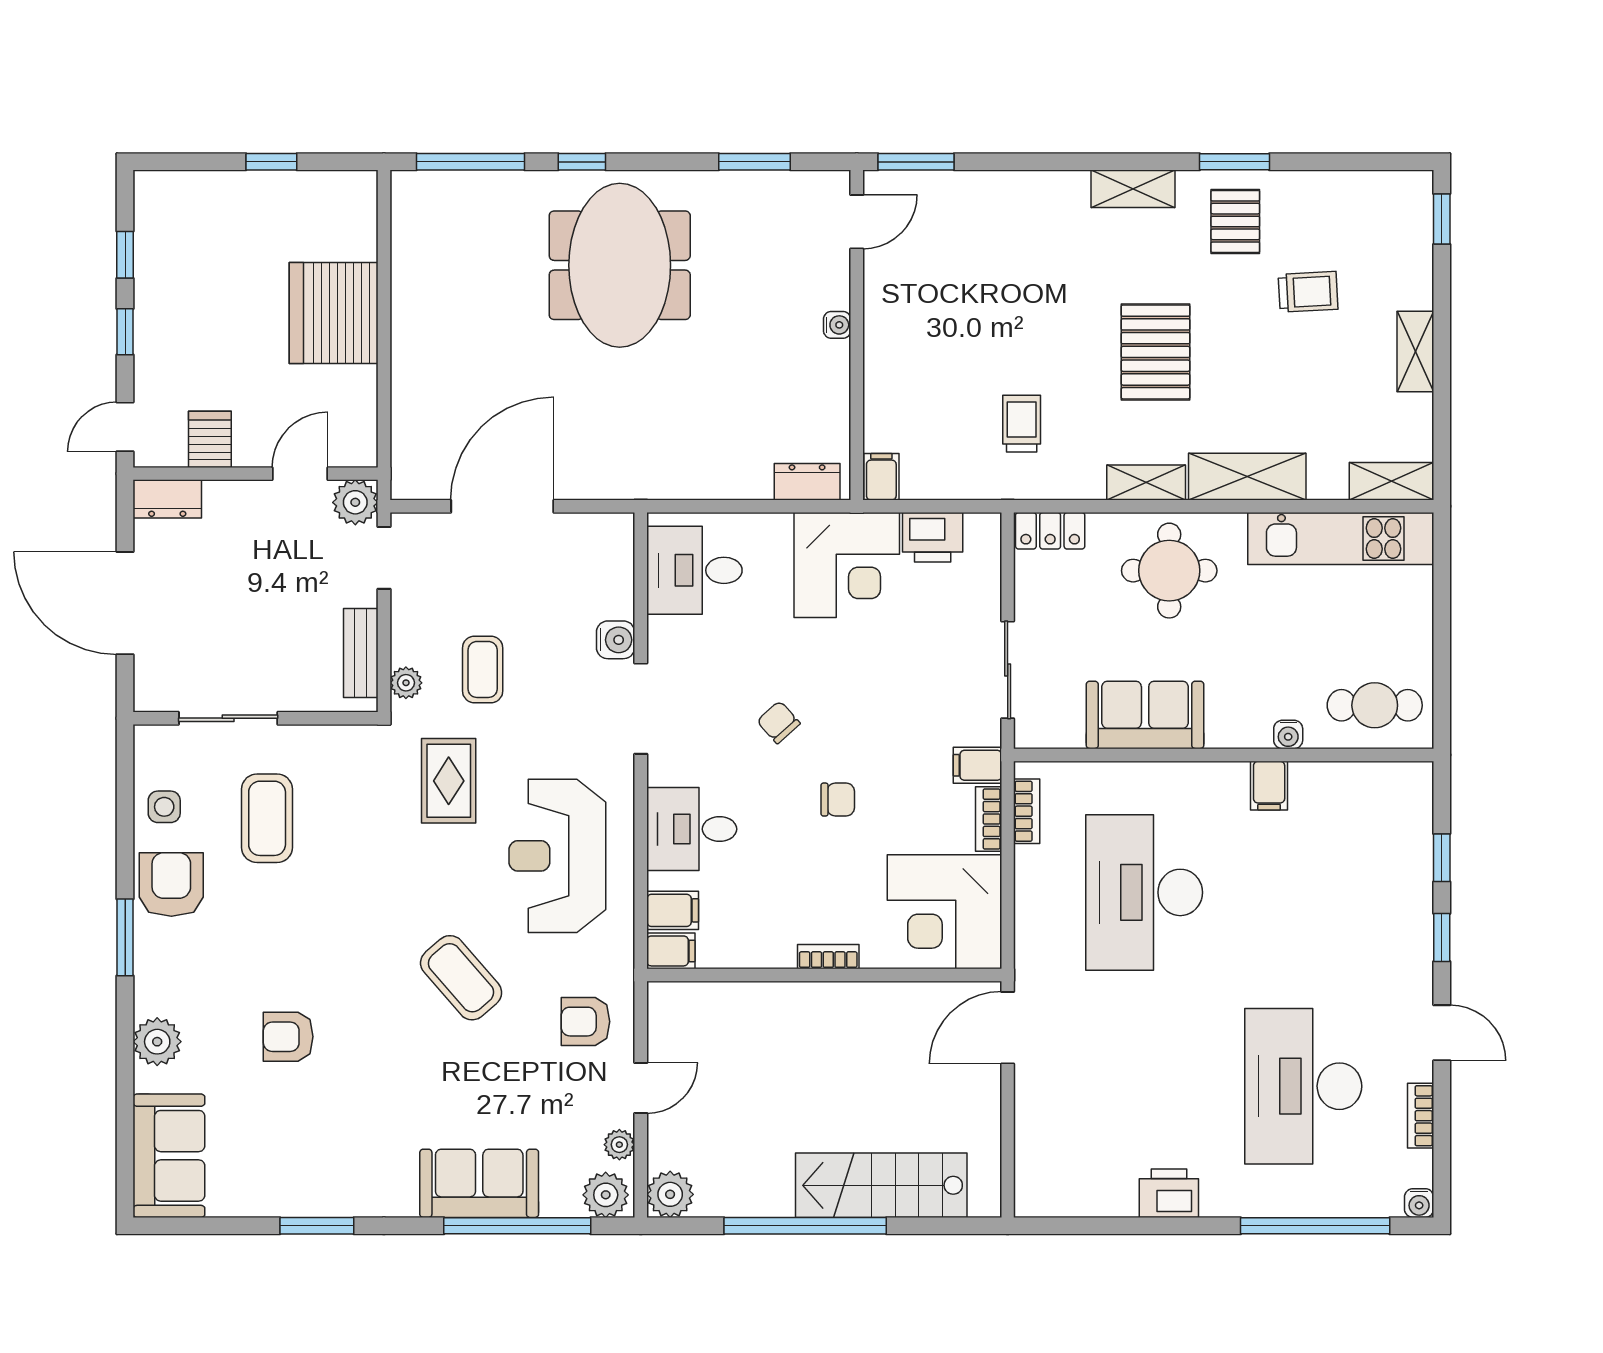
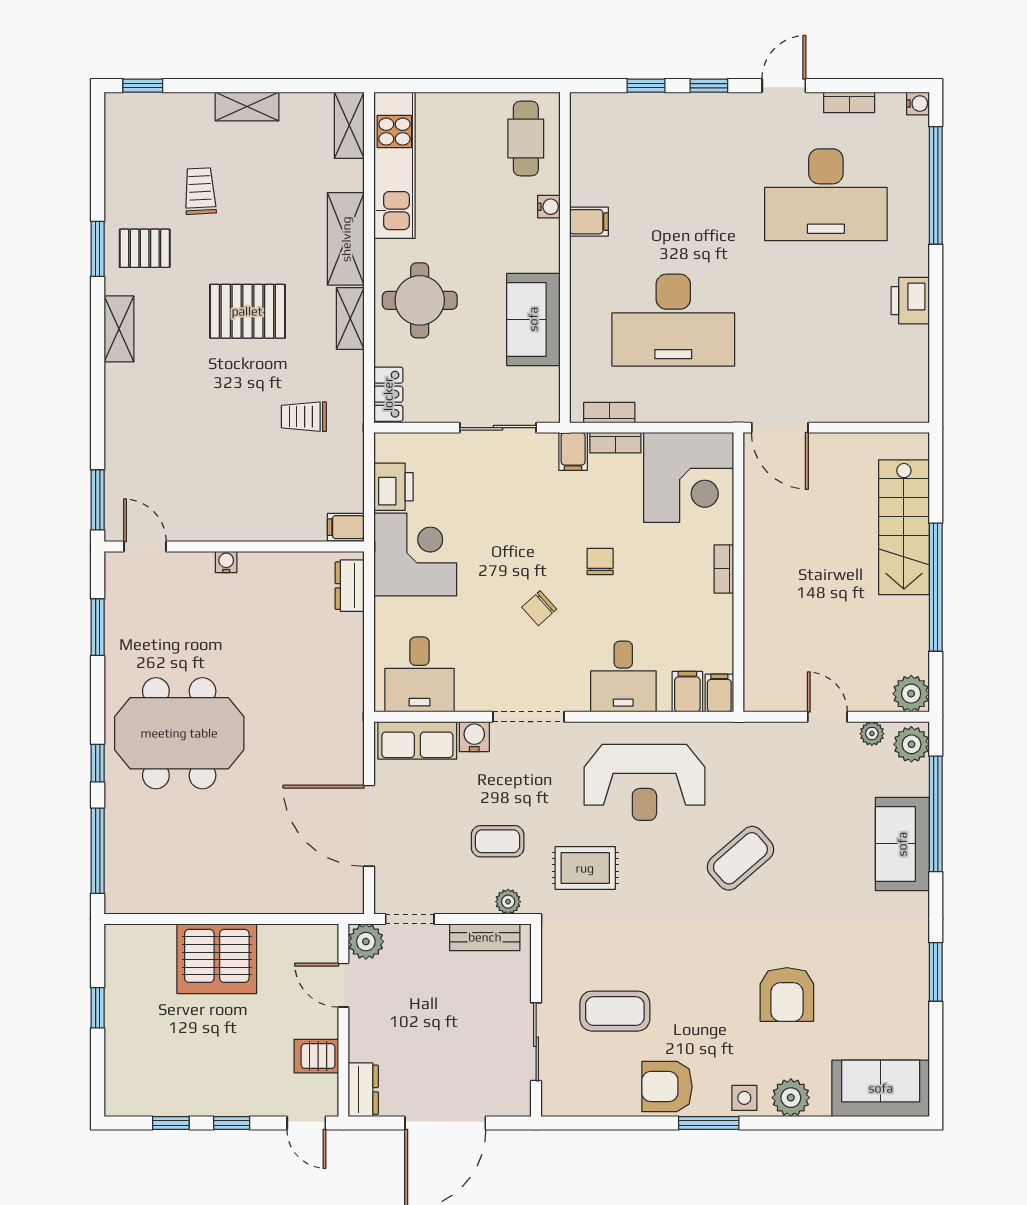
row of seats: (611, 568) -> (417, 740), added
side table: (164, 807) -> (744, 1098), moved
armchair: (585, 1022) -> (775, 760), removed
armchair: (288, 1037) -> (787, 994), width x1.38, depth x1.38

